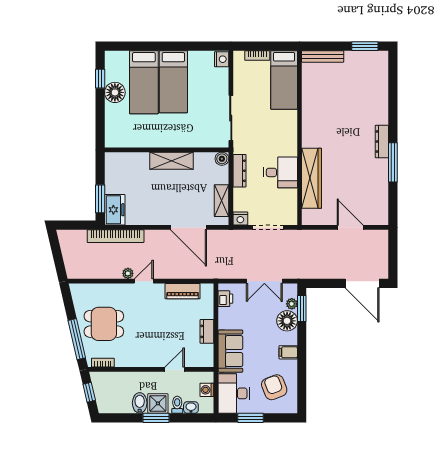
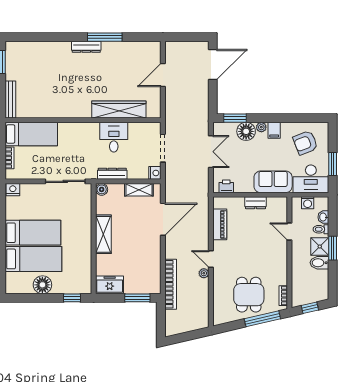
window: (100, 79) -> (72, 298), moved
freezer: (115, 210) -> (110, 285), moved
plant: (292, 304) -> (261, 127), moved

